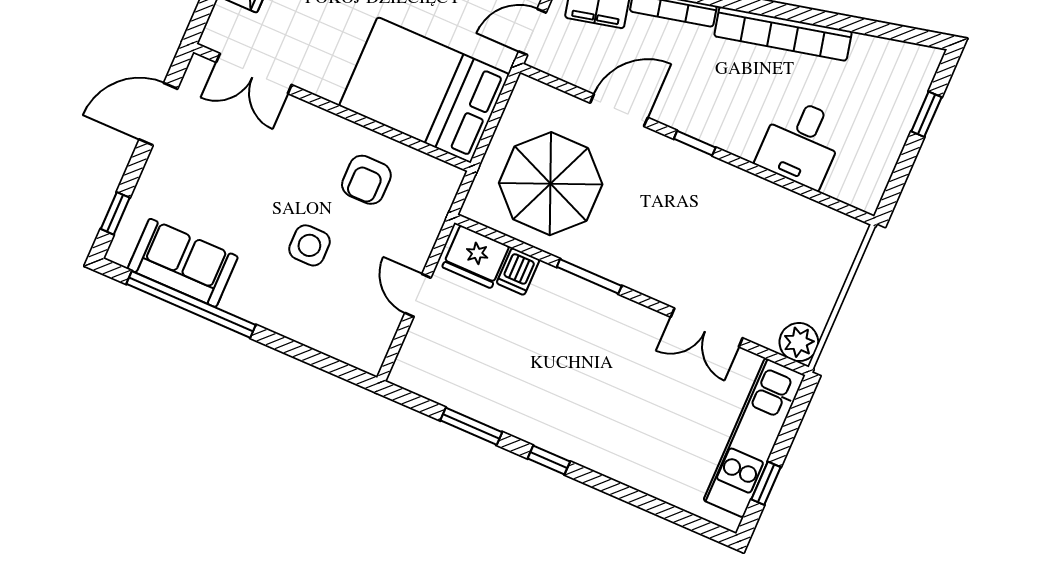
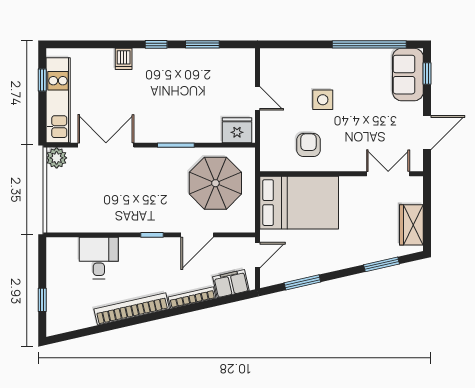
sofa: (183, 263) -> (408, 75), moved, turned 90
dishwasher: (518, 272) -> (124, 59), moved, turned 180
double door: (707, 327) -> (106, 145), width x1.37

